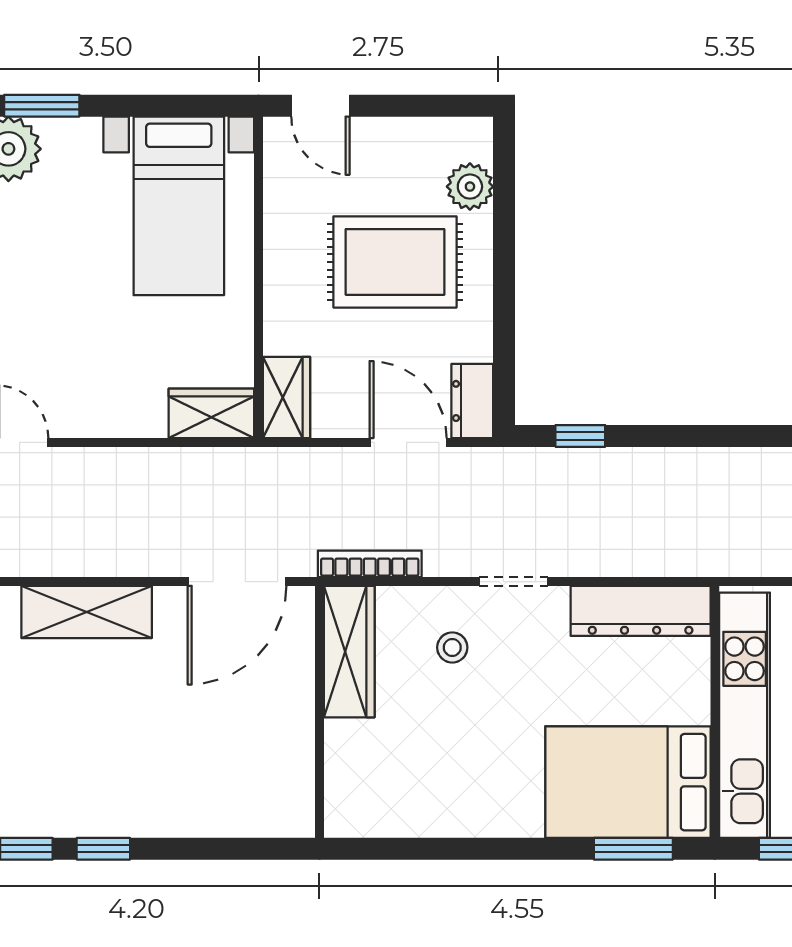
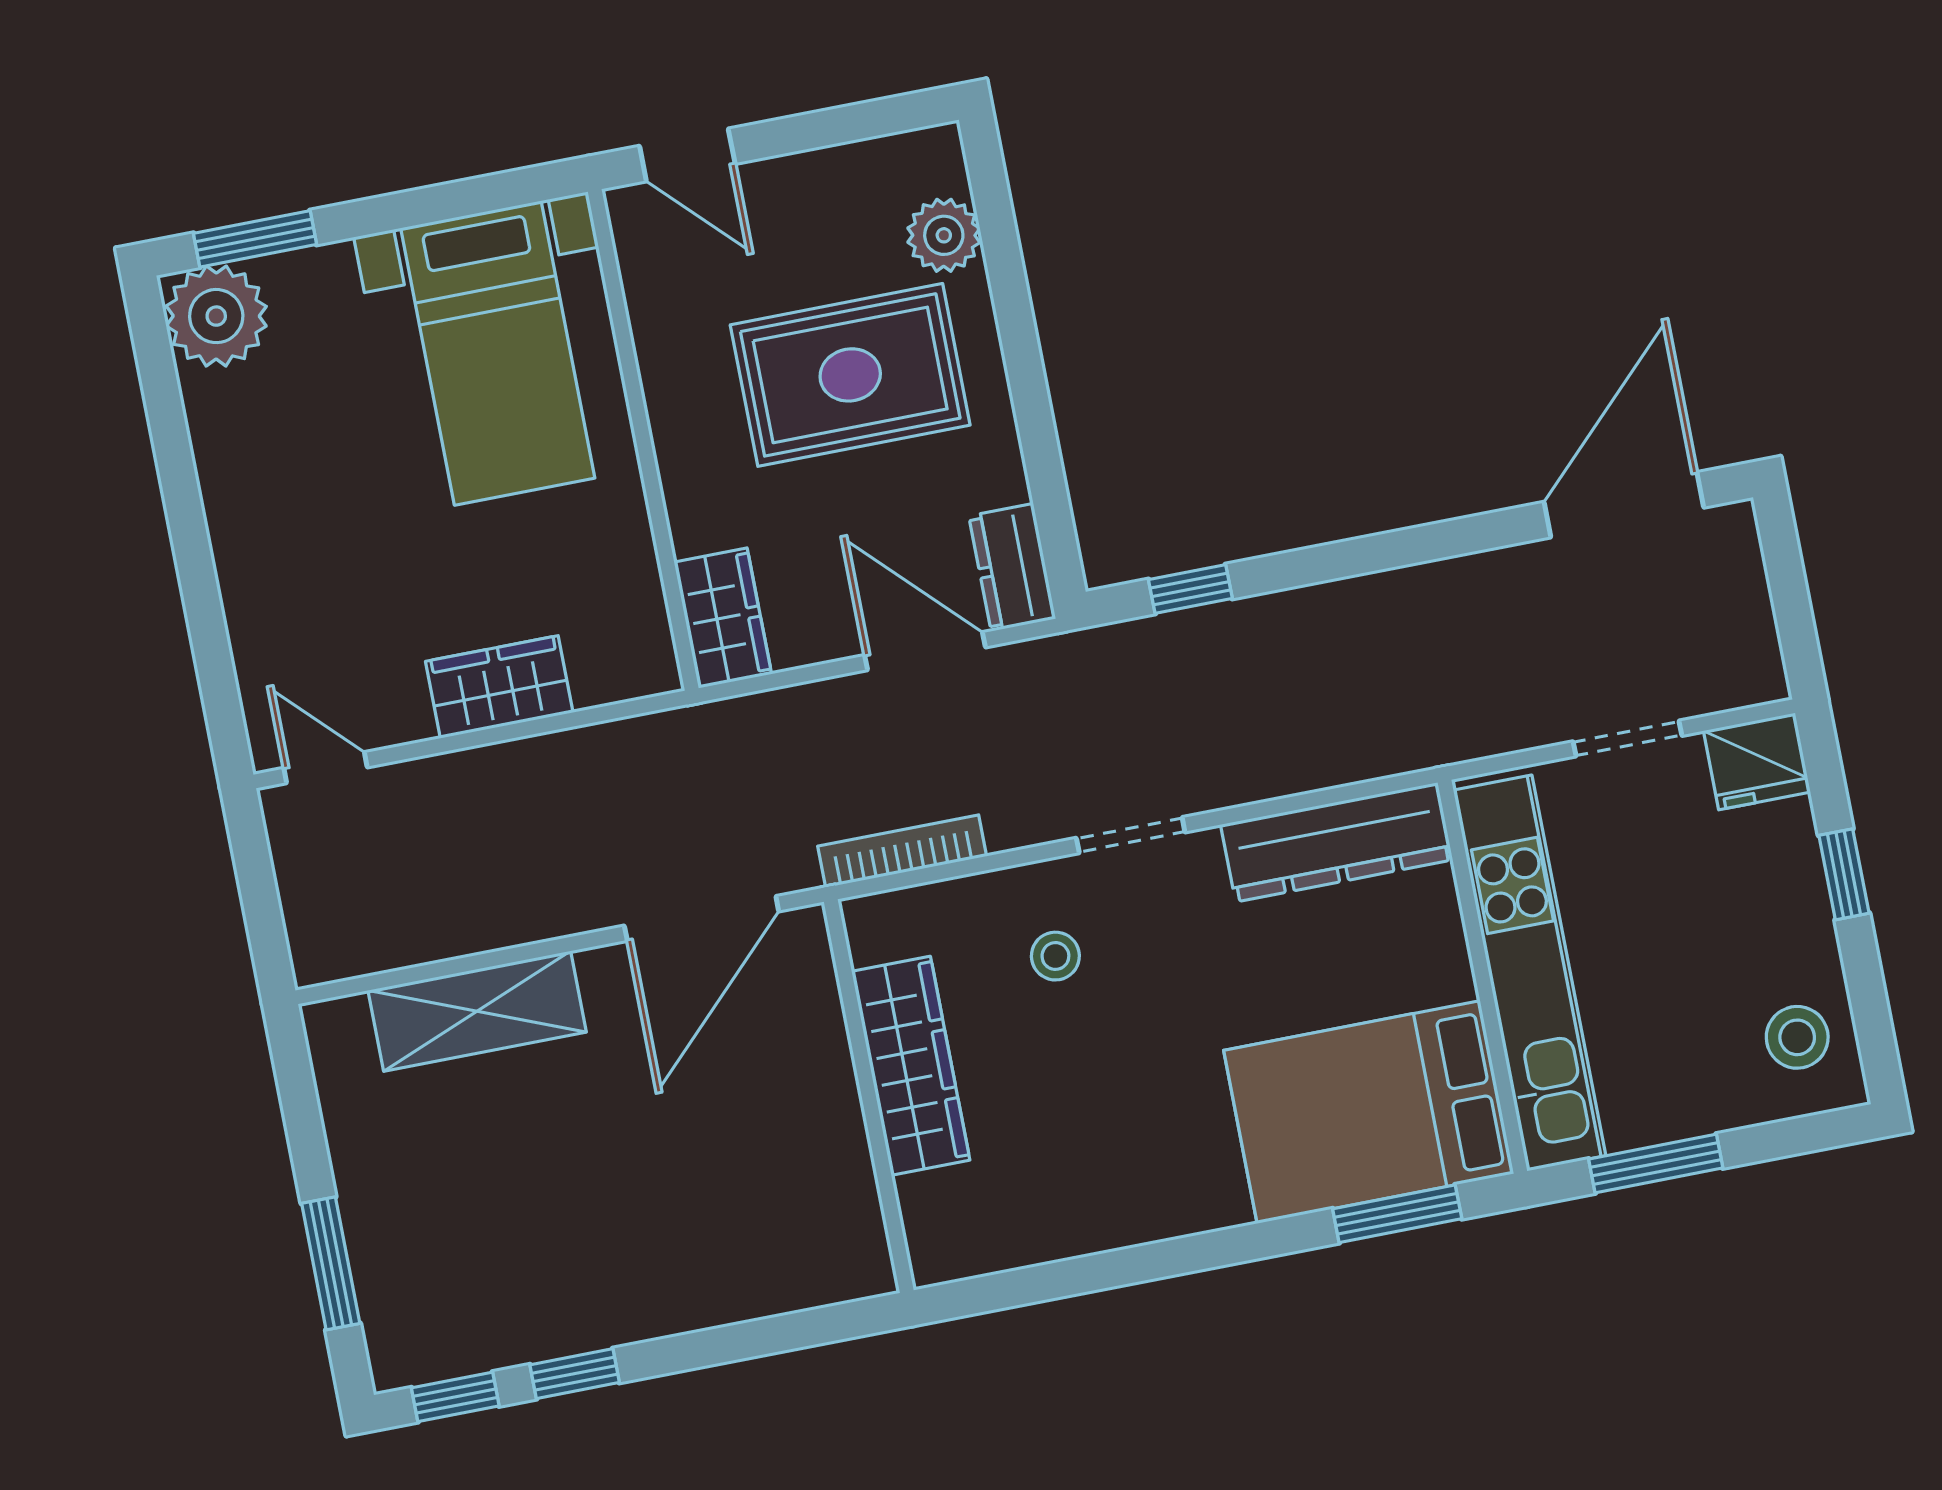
wardrobe: (211, 413) -> (499, 687), moved
wardrobe: (349, 652) -> (911, 1066), moved

